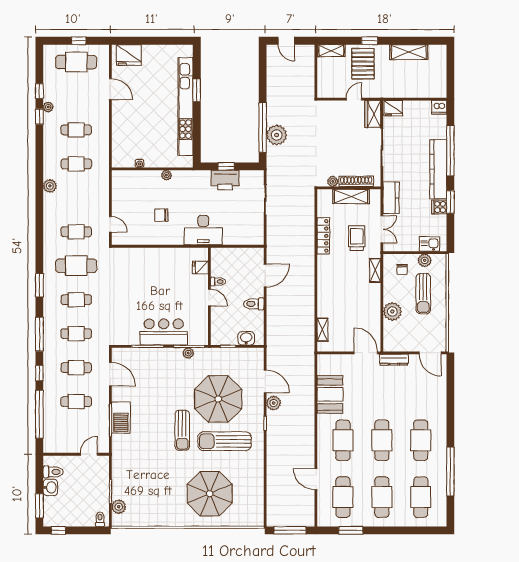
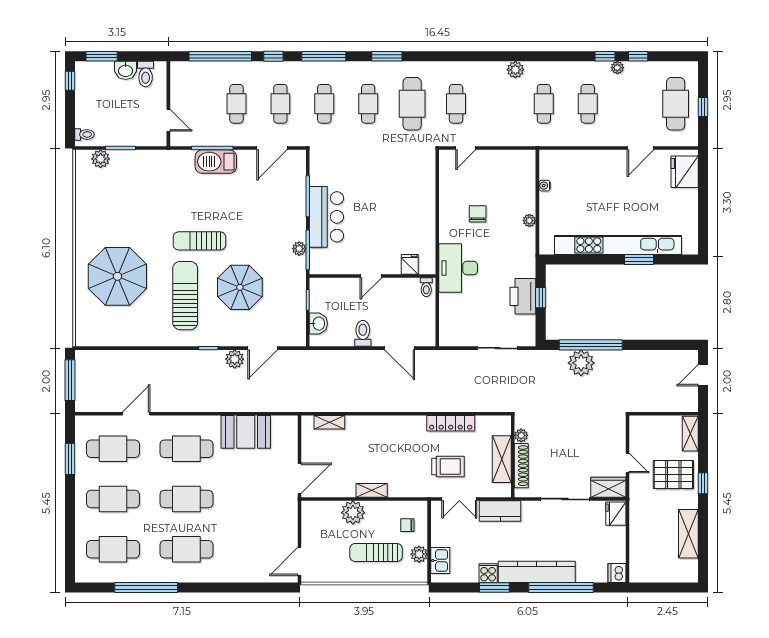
shelving: (375, 270) -> (372, 490), moved
toilet: (218, 282) -> (426, 287), moved
dresser: (394, 360) -> (291, 514), removed
parasol: (218, 399) -> (240, 287), width x0.73, depth x0.73

